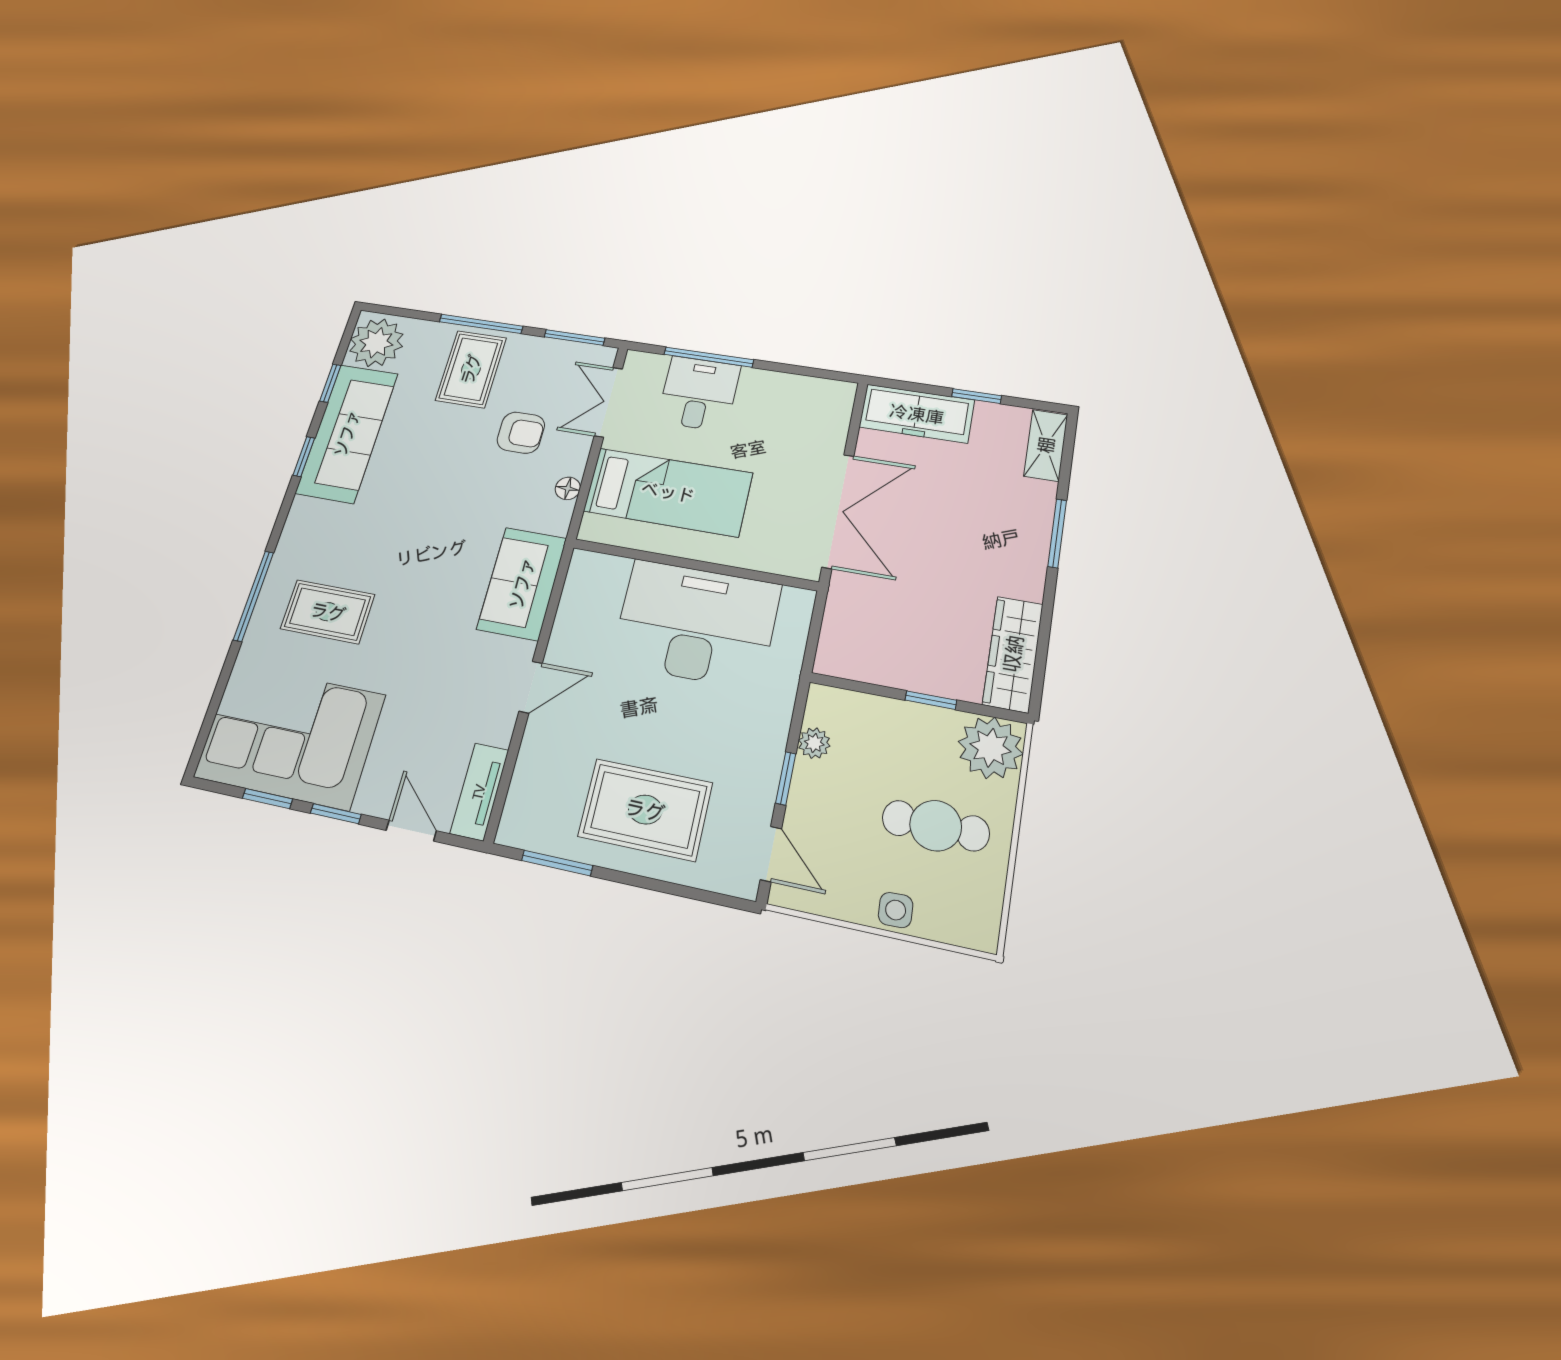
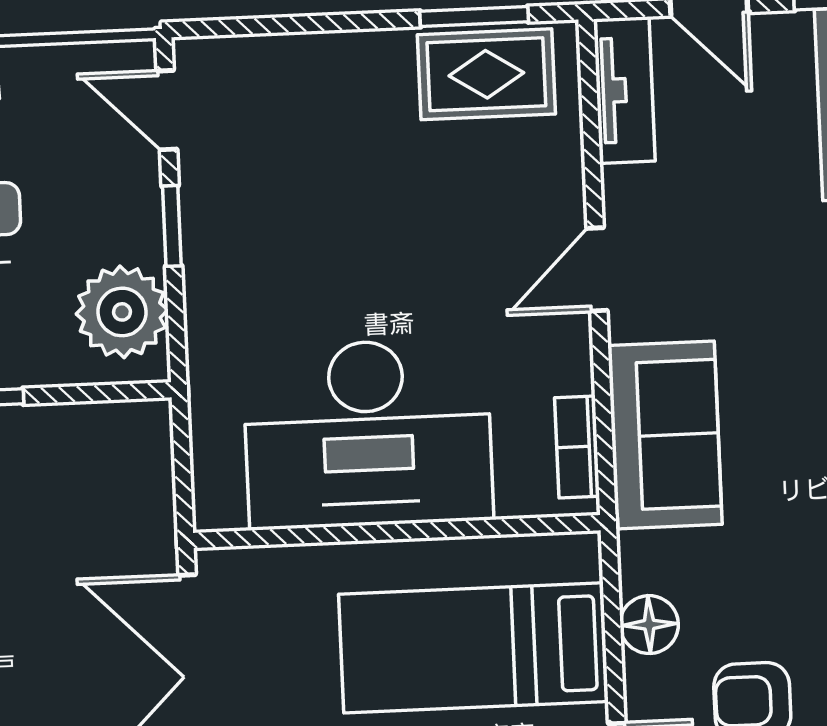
floor lamp: (568, 488) -> (649, 625), width x1.37, depth x1.37
bookcase: (575, 588) -> (577, 447), added
plant: (814, 743) -> (122, 312), width x1.88, depth x1.88
rug: (645, 810) -> (486, 74), moved, width x0.73, depth x0.70

